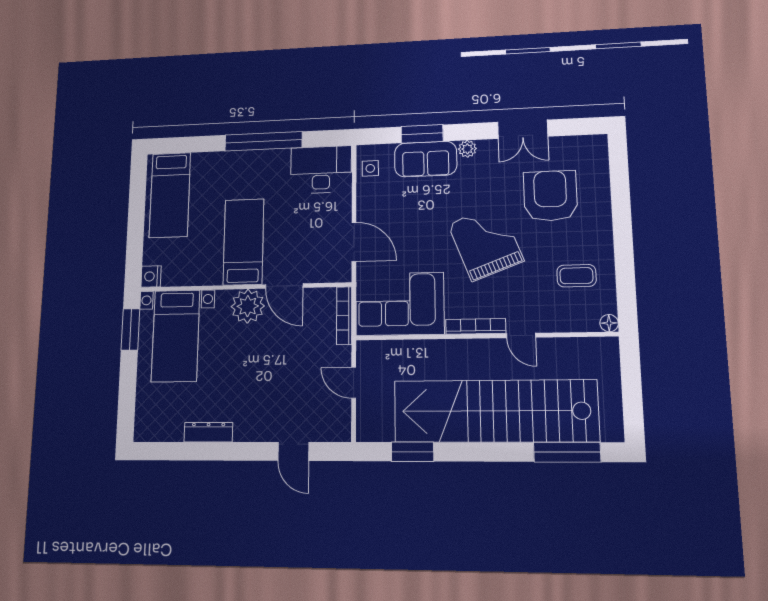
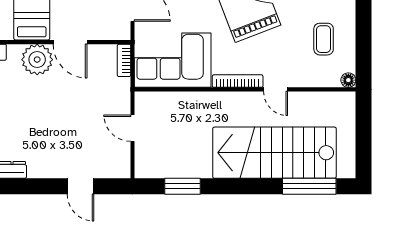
coffee table: (576, 276) -> (324, 39), turned 90
bookcase: (344, 316) -> (124, 60), width x0.64
stairs: (495, 411) -> (274, 153), width x0.73

